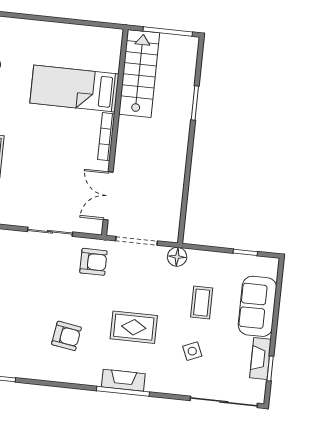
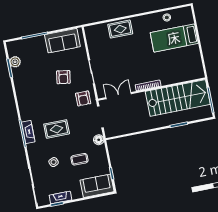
stairs: (139, 74) -> (178, 98), width x1.36, depth x1.51
bed: (74, 89) -> (174, 38), moved, turned -90
sofa: (257, 306) -> (97, 186), moved
rug: (134, 327) -> (57, 129), turned 90
armchair: (66, 336) -> (63, 77), moved

